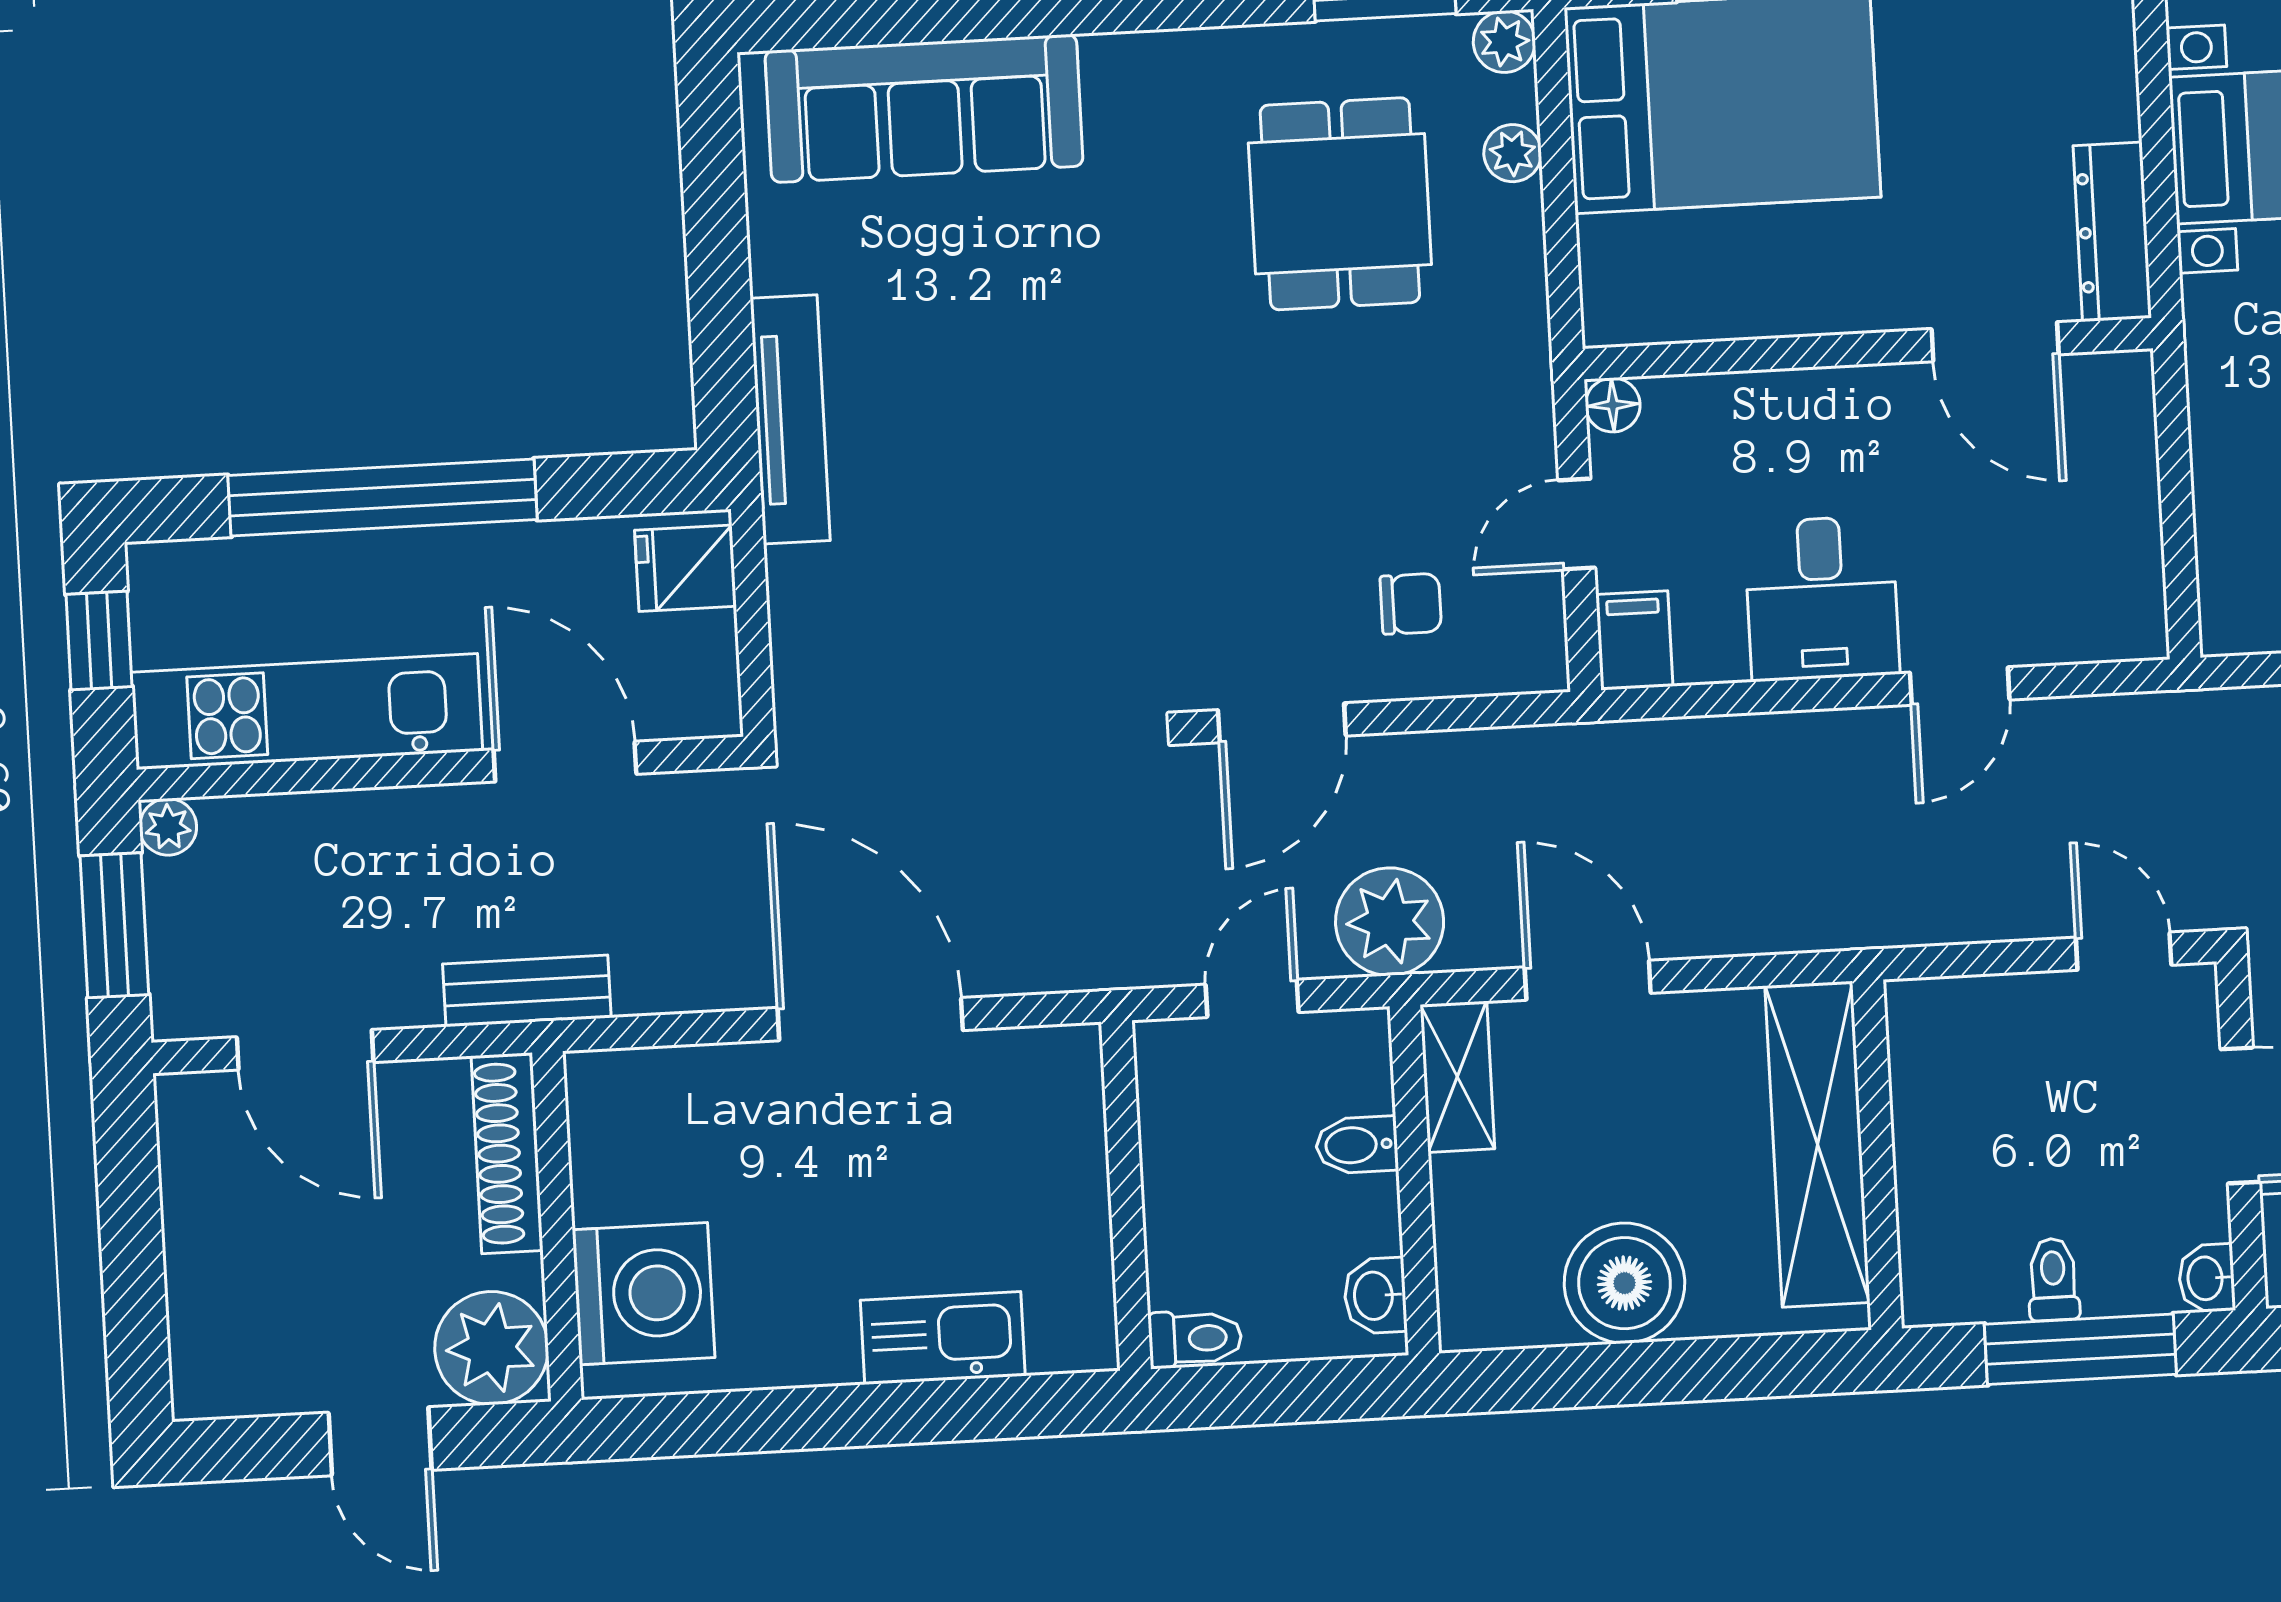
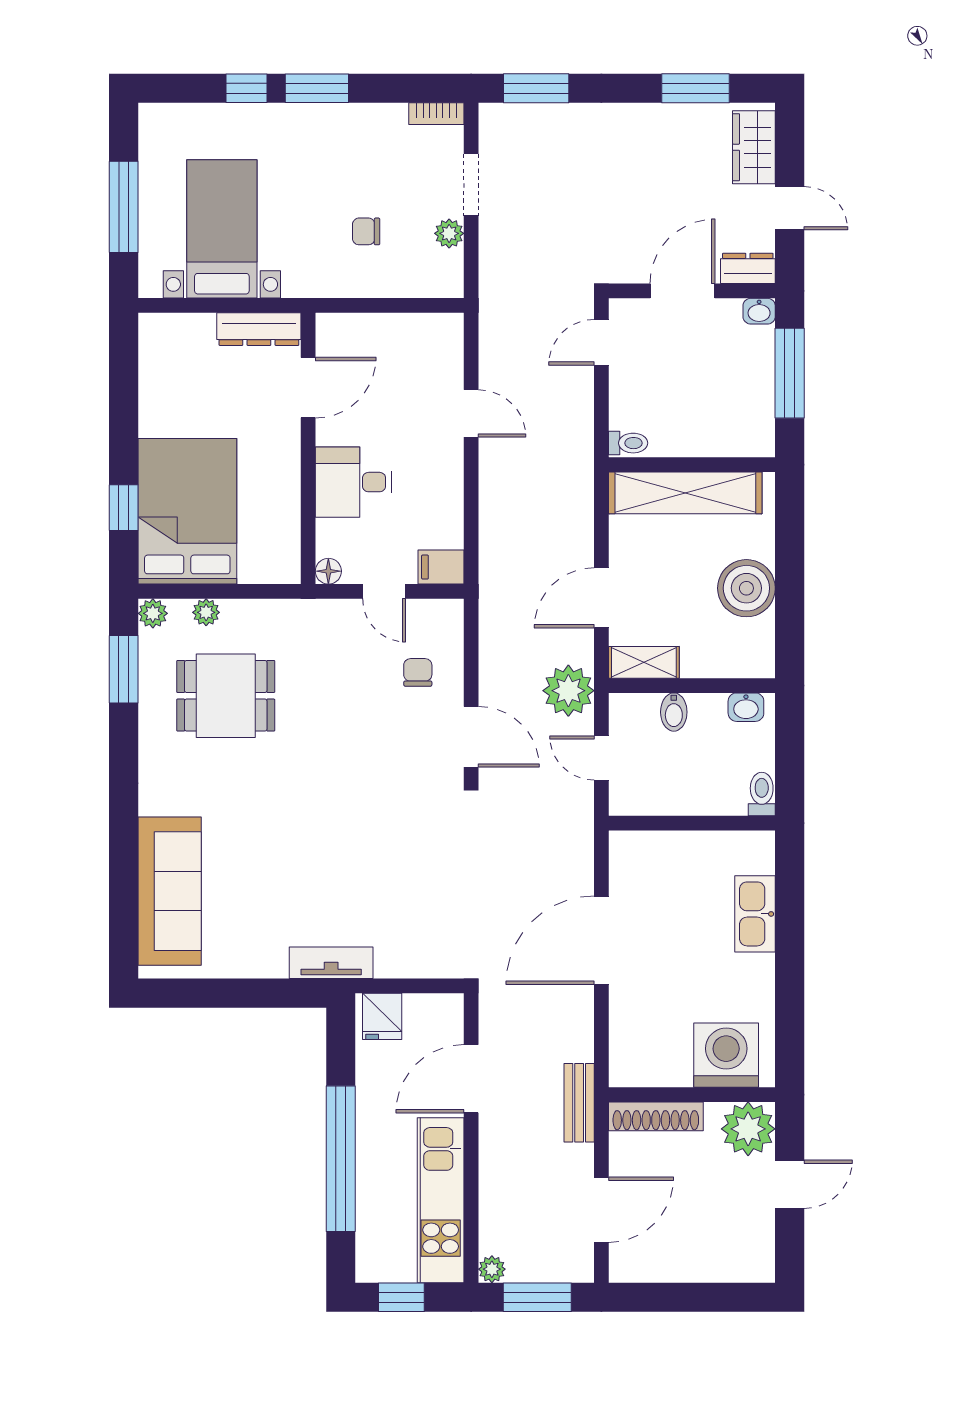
tv unit: (790, 419) -> (331, 963), width x0.71
desk: (1822, 598) -> (353, 482), moved, turned 180
toilet: (2053, 1279) -> (628, 443), moved, turned 180

